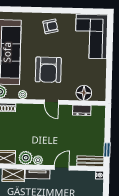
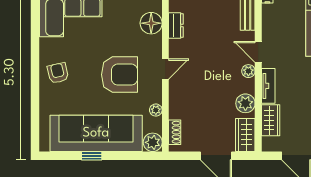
plant: (38, 160) -> (248, 71), moved

